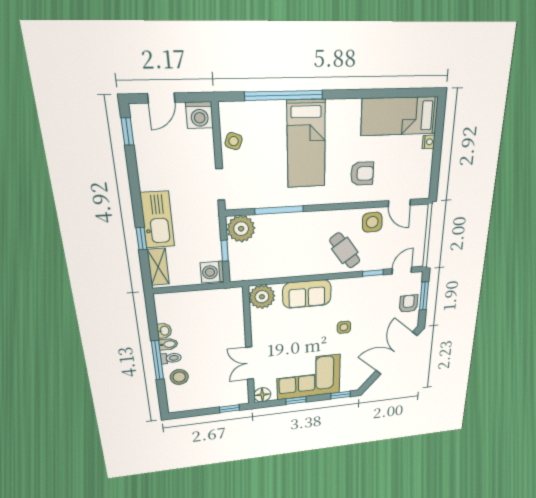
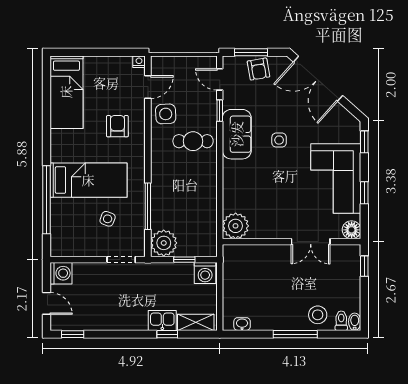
side table: (234, 141) -> (108, 219), moved
nightstand: (429, 142) -> (139, 62), moved
kitchen sink: (157, 220) -> (162, 320), width x0.53, depth x0.81
cafe table: (345, 250) -> (193, 141), turned 35
sofa: (307, 294) -> (237, 134), moved
armchair: (409, 304) -> (258, 69), turned -100
washbasin: (164, 331) -> (242, 324), moved
bidet: (168, 344) -> (355, 322), moved
toilet: (171, 358) -> (341, 321), moved

